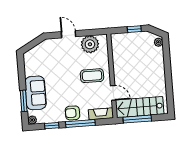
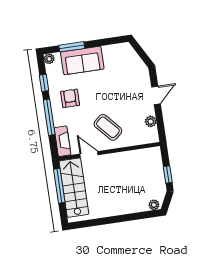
plant: (90, 44) -> (151, 121), width x0.53, depth x0.53
coffee table: (92, 76) -> (108, 127), turned -42
door: (113, 93) -> (89, 154), swing flipped
armchair: (72, 113) -> (70, 98), moved

